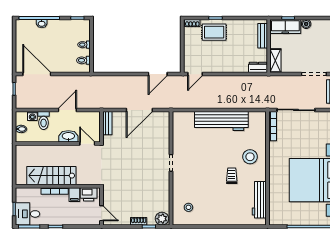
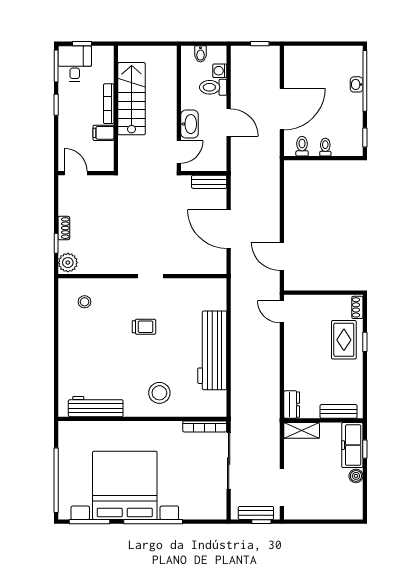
door: (37, 74) -> (282, 109), moved
trolley: (232, 176) -> (144, 327), moved
printer: (89, 194) -> (104, 154), removed
door: (102, 213) -> (76, 173), swing flipped

